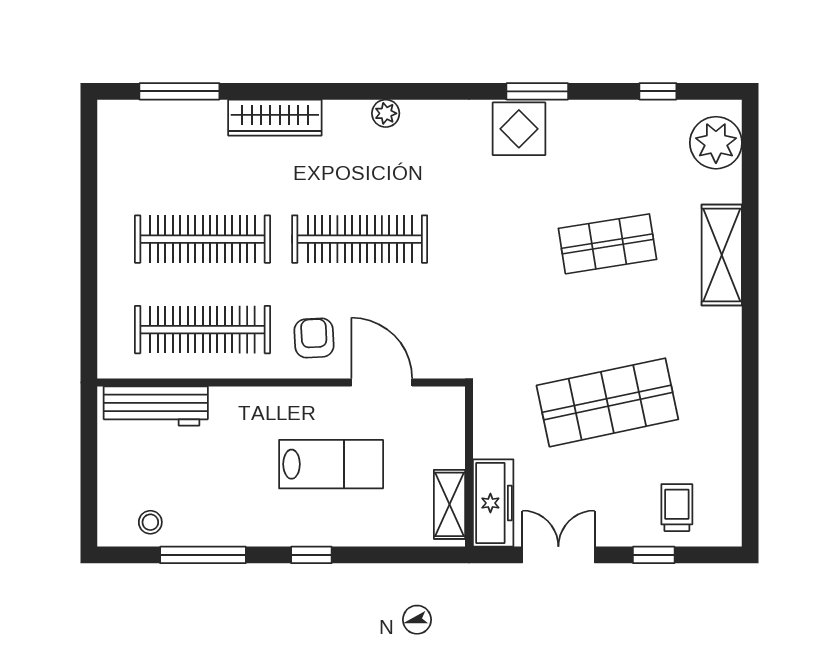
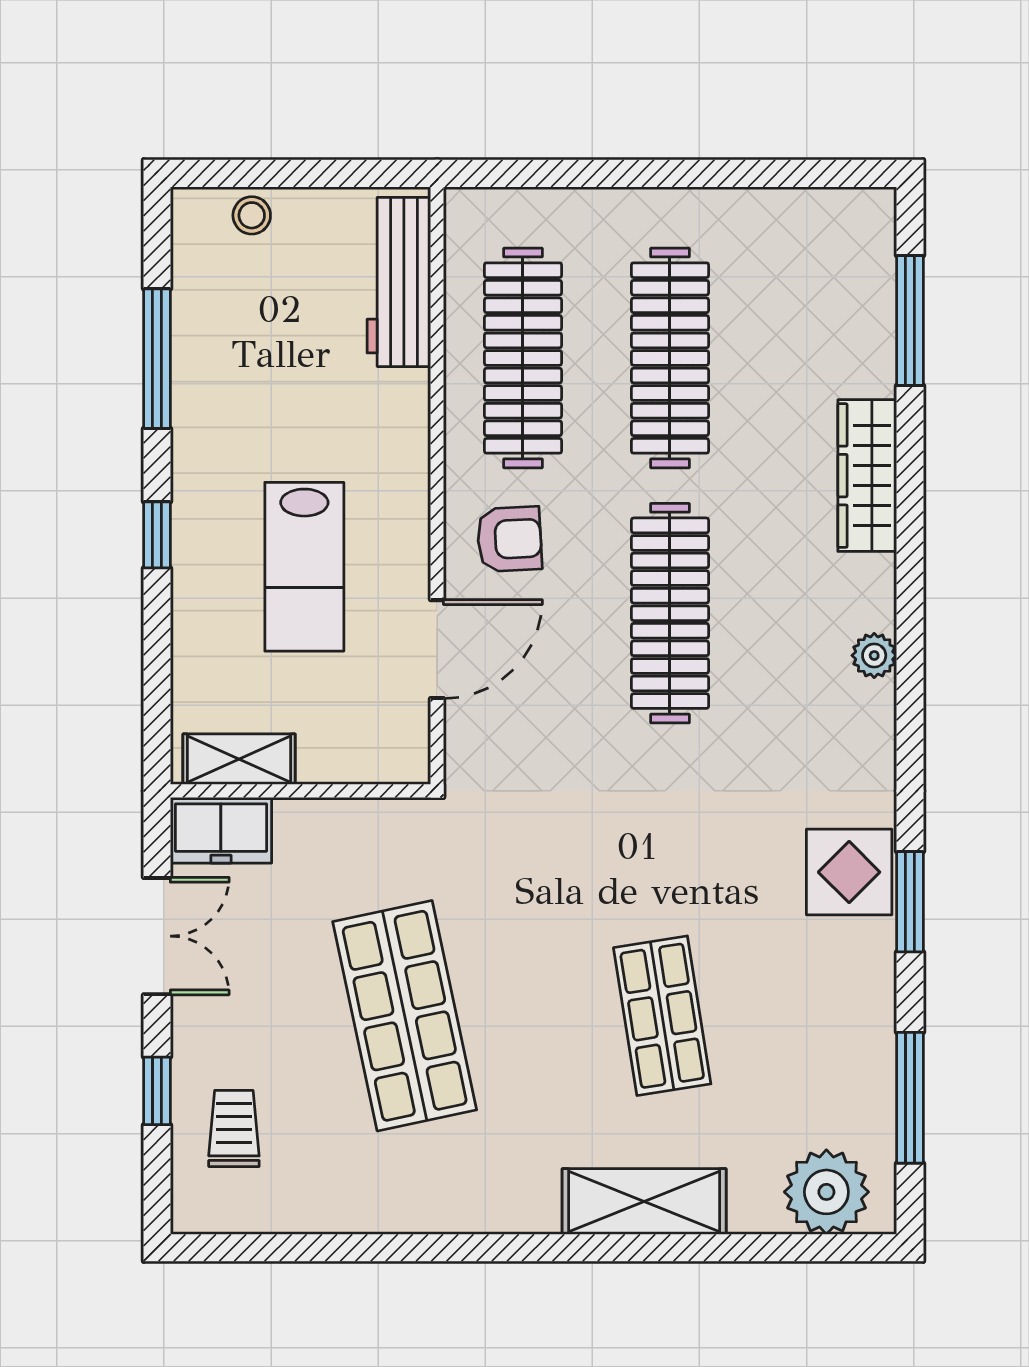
window: (658, 91) -> (910, 1098), width x2.17
freezer: (493, 503) -> (221, 830), width x0.71
trolley: (677, 508) -> (234, 1128), turned -90
stool: (150, 522) -> (252, 215), moved

